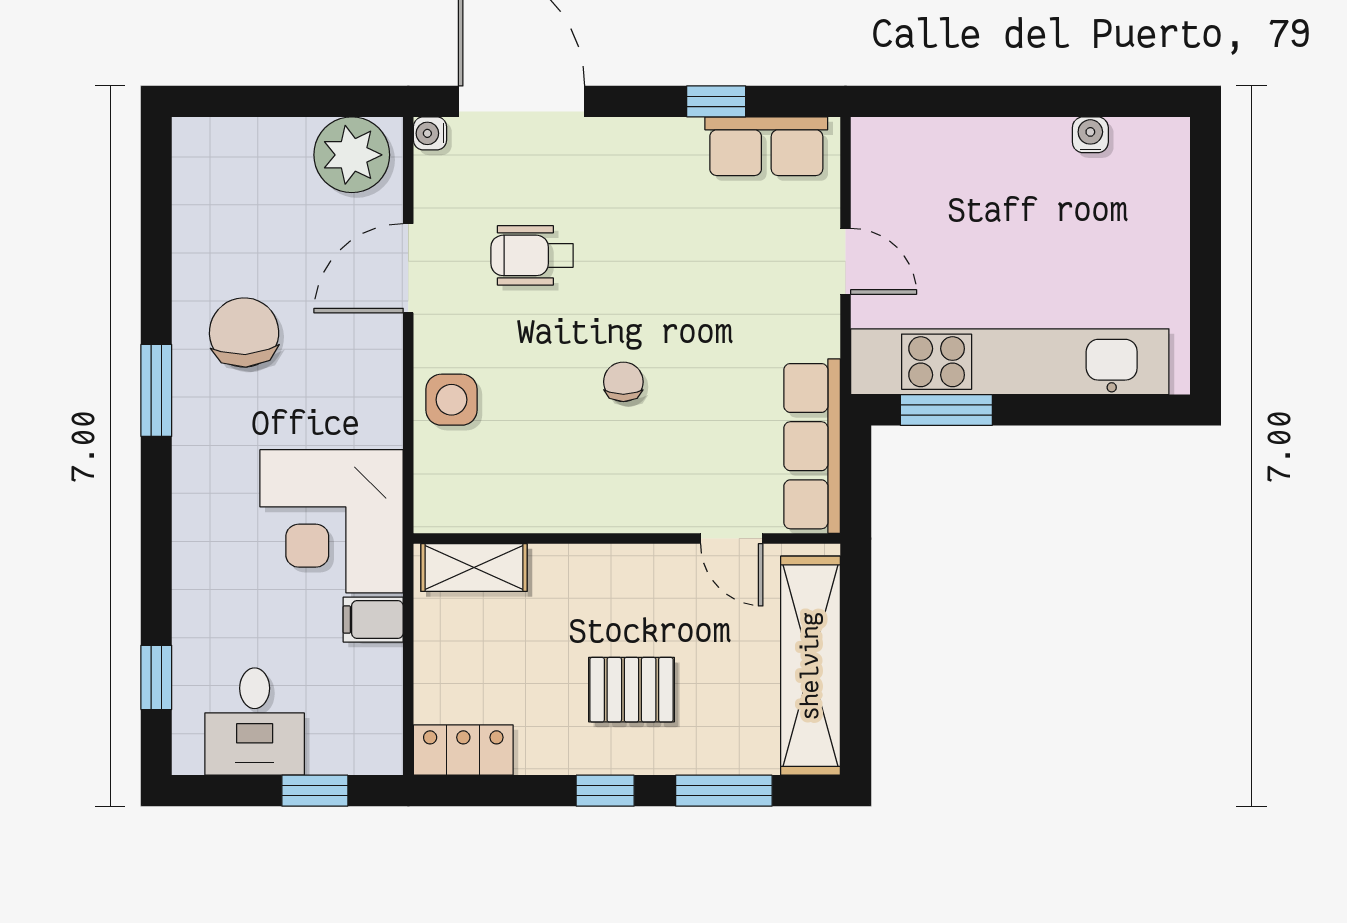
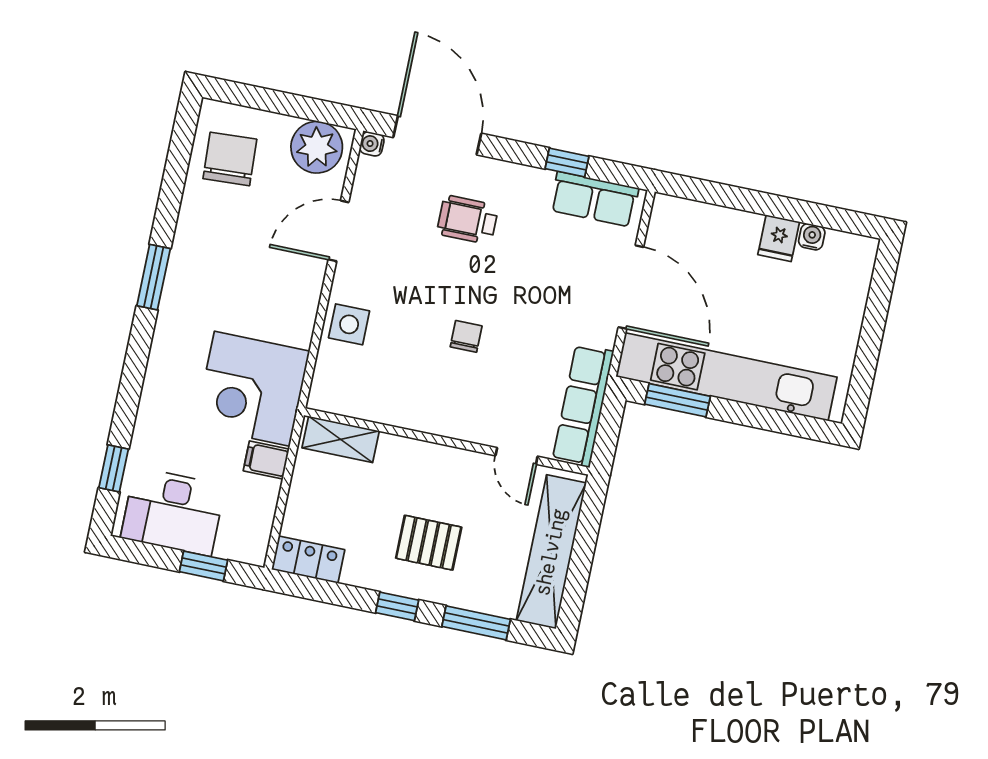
fridge: (1043, 147) -> (779, 238), added
wheelchair: (532, 255) -> (468, 220), moved
door: (846, 261) -> (631, 287), width x1.88
chair: (244, 332) -> (230, 159), moved
desk: (255, 722) -> (173, 511), width x1.37

